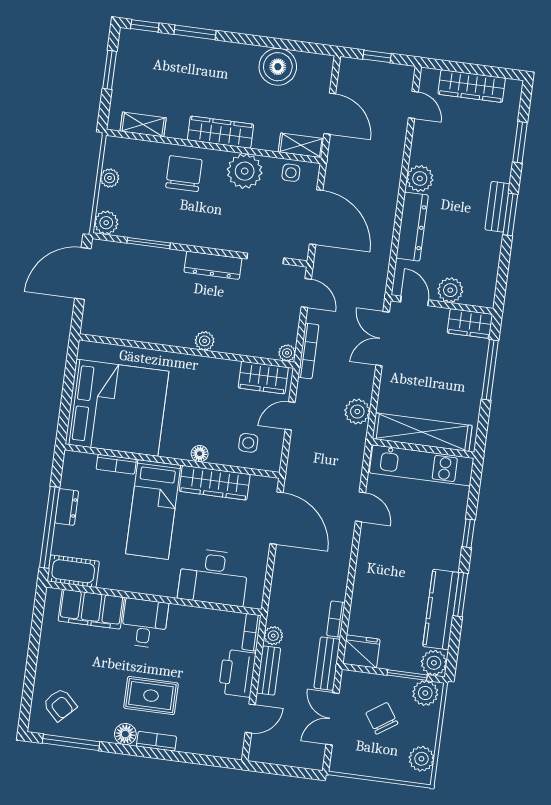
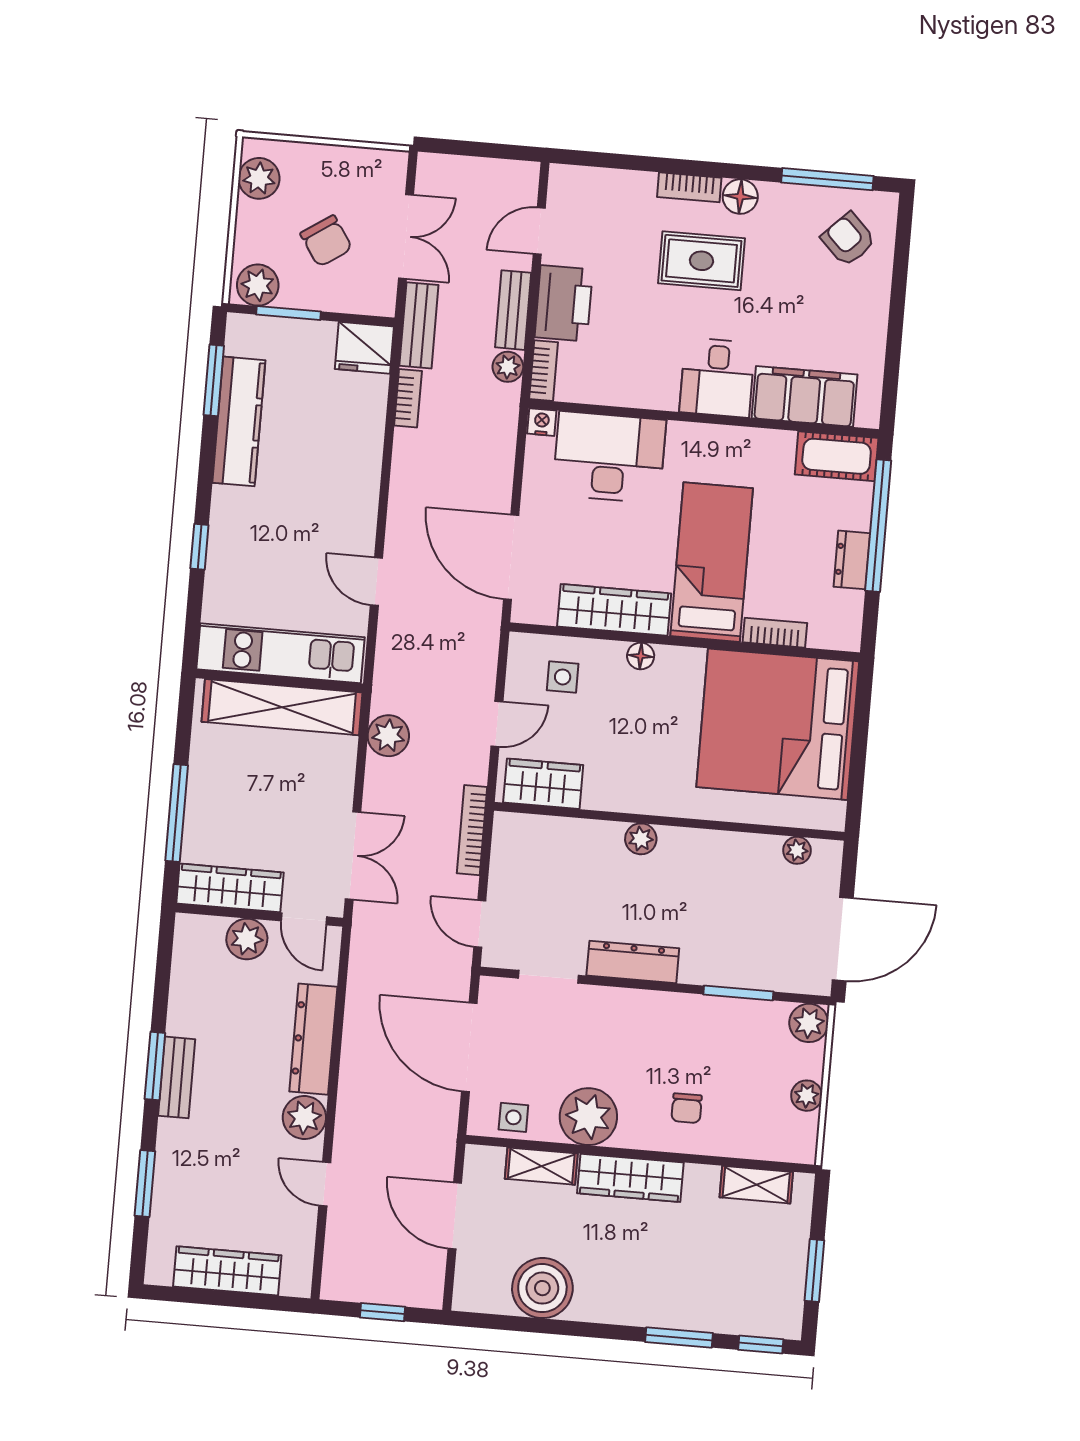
door: (413, 105) -> (325, 1184), moved
shelving: (301, 145) -> (541, 1166), moved
chair: (184, 174) -> (687, 1108), width x0.54, depth x0.54
wardrobe: (470, 324) -> (230, 888), width x1.50
plant: (287, 353) -> (797, 850), moved
window: (460, 595) -> (214, 380), moved
nightstand: (254, 601) -> (542, 422), added
plant: (434, 663) -> (246, 335), removed

